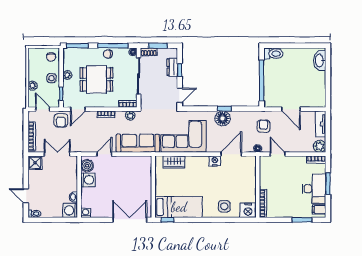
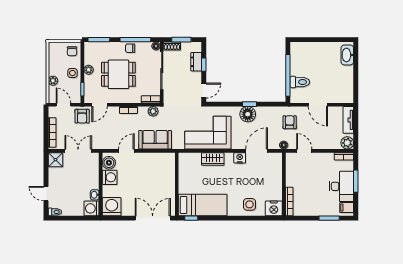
toilet: (273, 54) -> (300, 82), moved
sofa: (138, 143) -> (155, 140), width x0.73
wardrobe: (174, 162) -> (213, 159), moved
washing machine: (86, 213) -> (112, 207), width x1.89, depth x1.89

